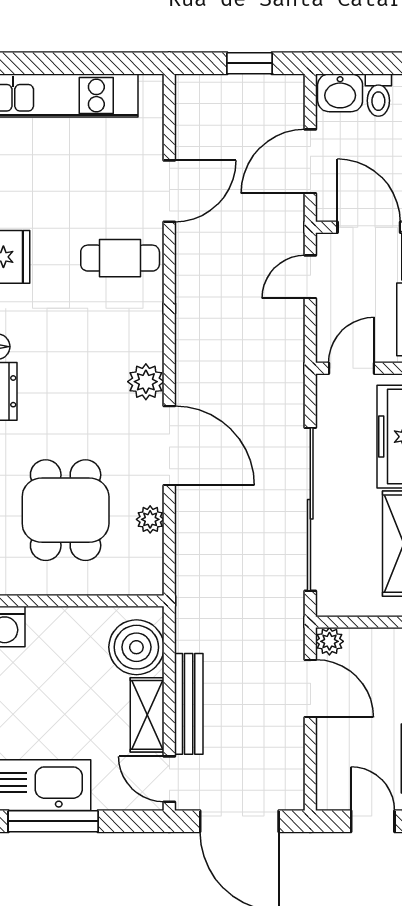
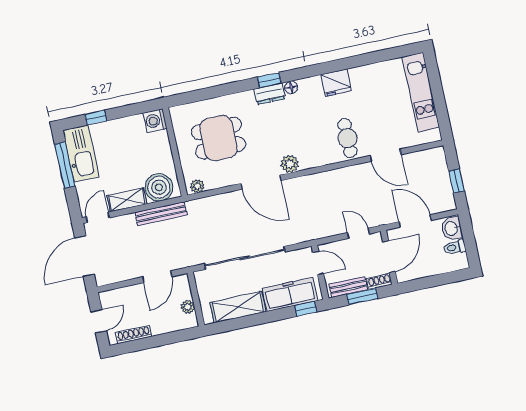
door: (169, 446) -> (261, 182), hinge flipped
plant: (150, 519) -> (197, 186), moved
plant: (329, 641) -> (188, 307), moved
bench: (189, 704) -> (161, 214), moved

